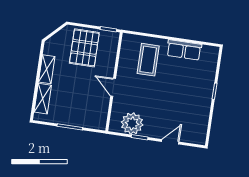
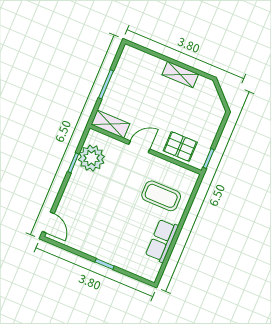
pallet: (84, 48) -> (180, 147), moved, width x0.67, depth x0.71
shelving: (43, 99) -> (110, 124), moved
door: (170, 142) -> (48, 222), moved

